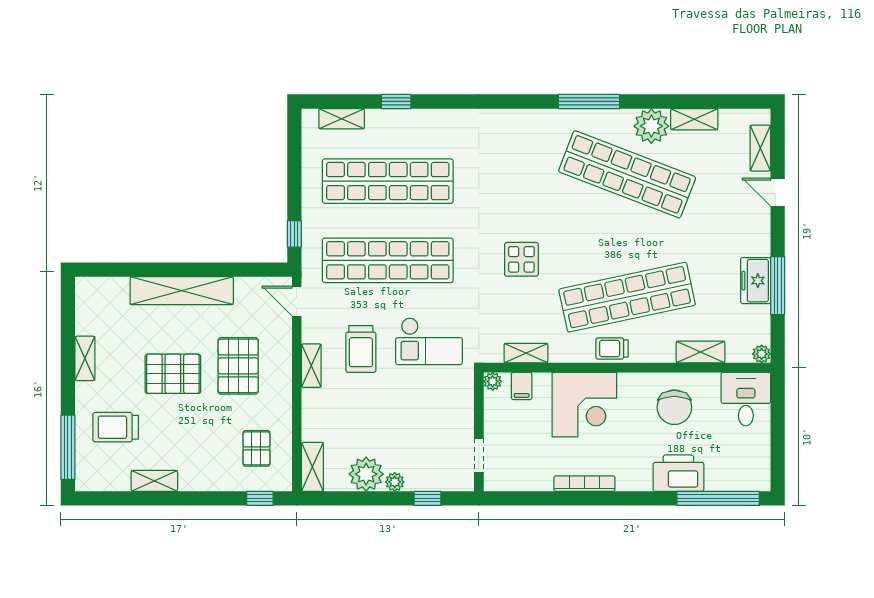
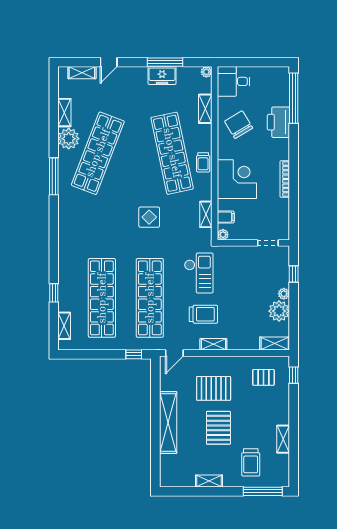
chair: (674, 407) -> (239, 125), turned -121

